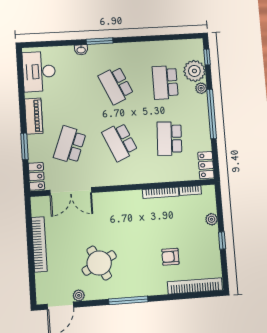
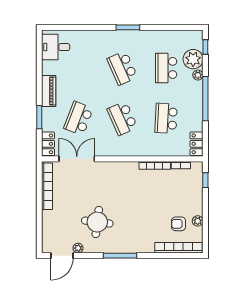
window: (100, 41) -> (128, 27), moved
washbasin: (81, 50) -> (94, 34), removed
desk: (39, 72) -> (56, 47), width x0.73
double door: (71, 191) -> (77, 159), swing flipped
plant: (212, 219) -> (198, 221), moved
window: (222, 241) -> (205, 180), moved
bookcase: (39, 244) -> (47, 186), moved
armchair: (170, 257) -> (179, 224), moved
round table: (99, 263) -> (97, 222), turned 34

